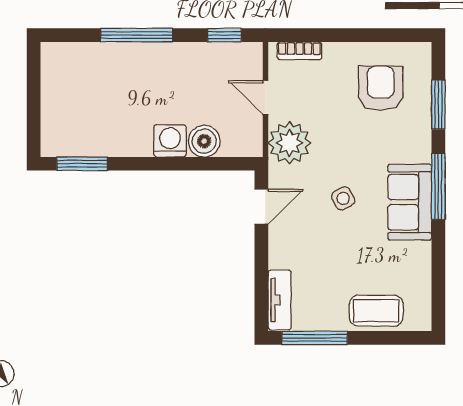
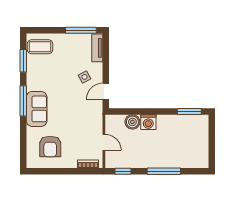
window: (438, 105) -> (23, 61), moved
plant: (289, 143) -> (93, 121), removed
side table: (343, 198) -> (84, 77), moved
sofa: (410, 202) -> (37, 109), moved
coffee table: (376, 311) -> (40, 47), moved

